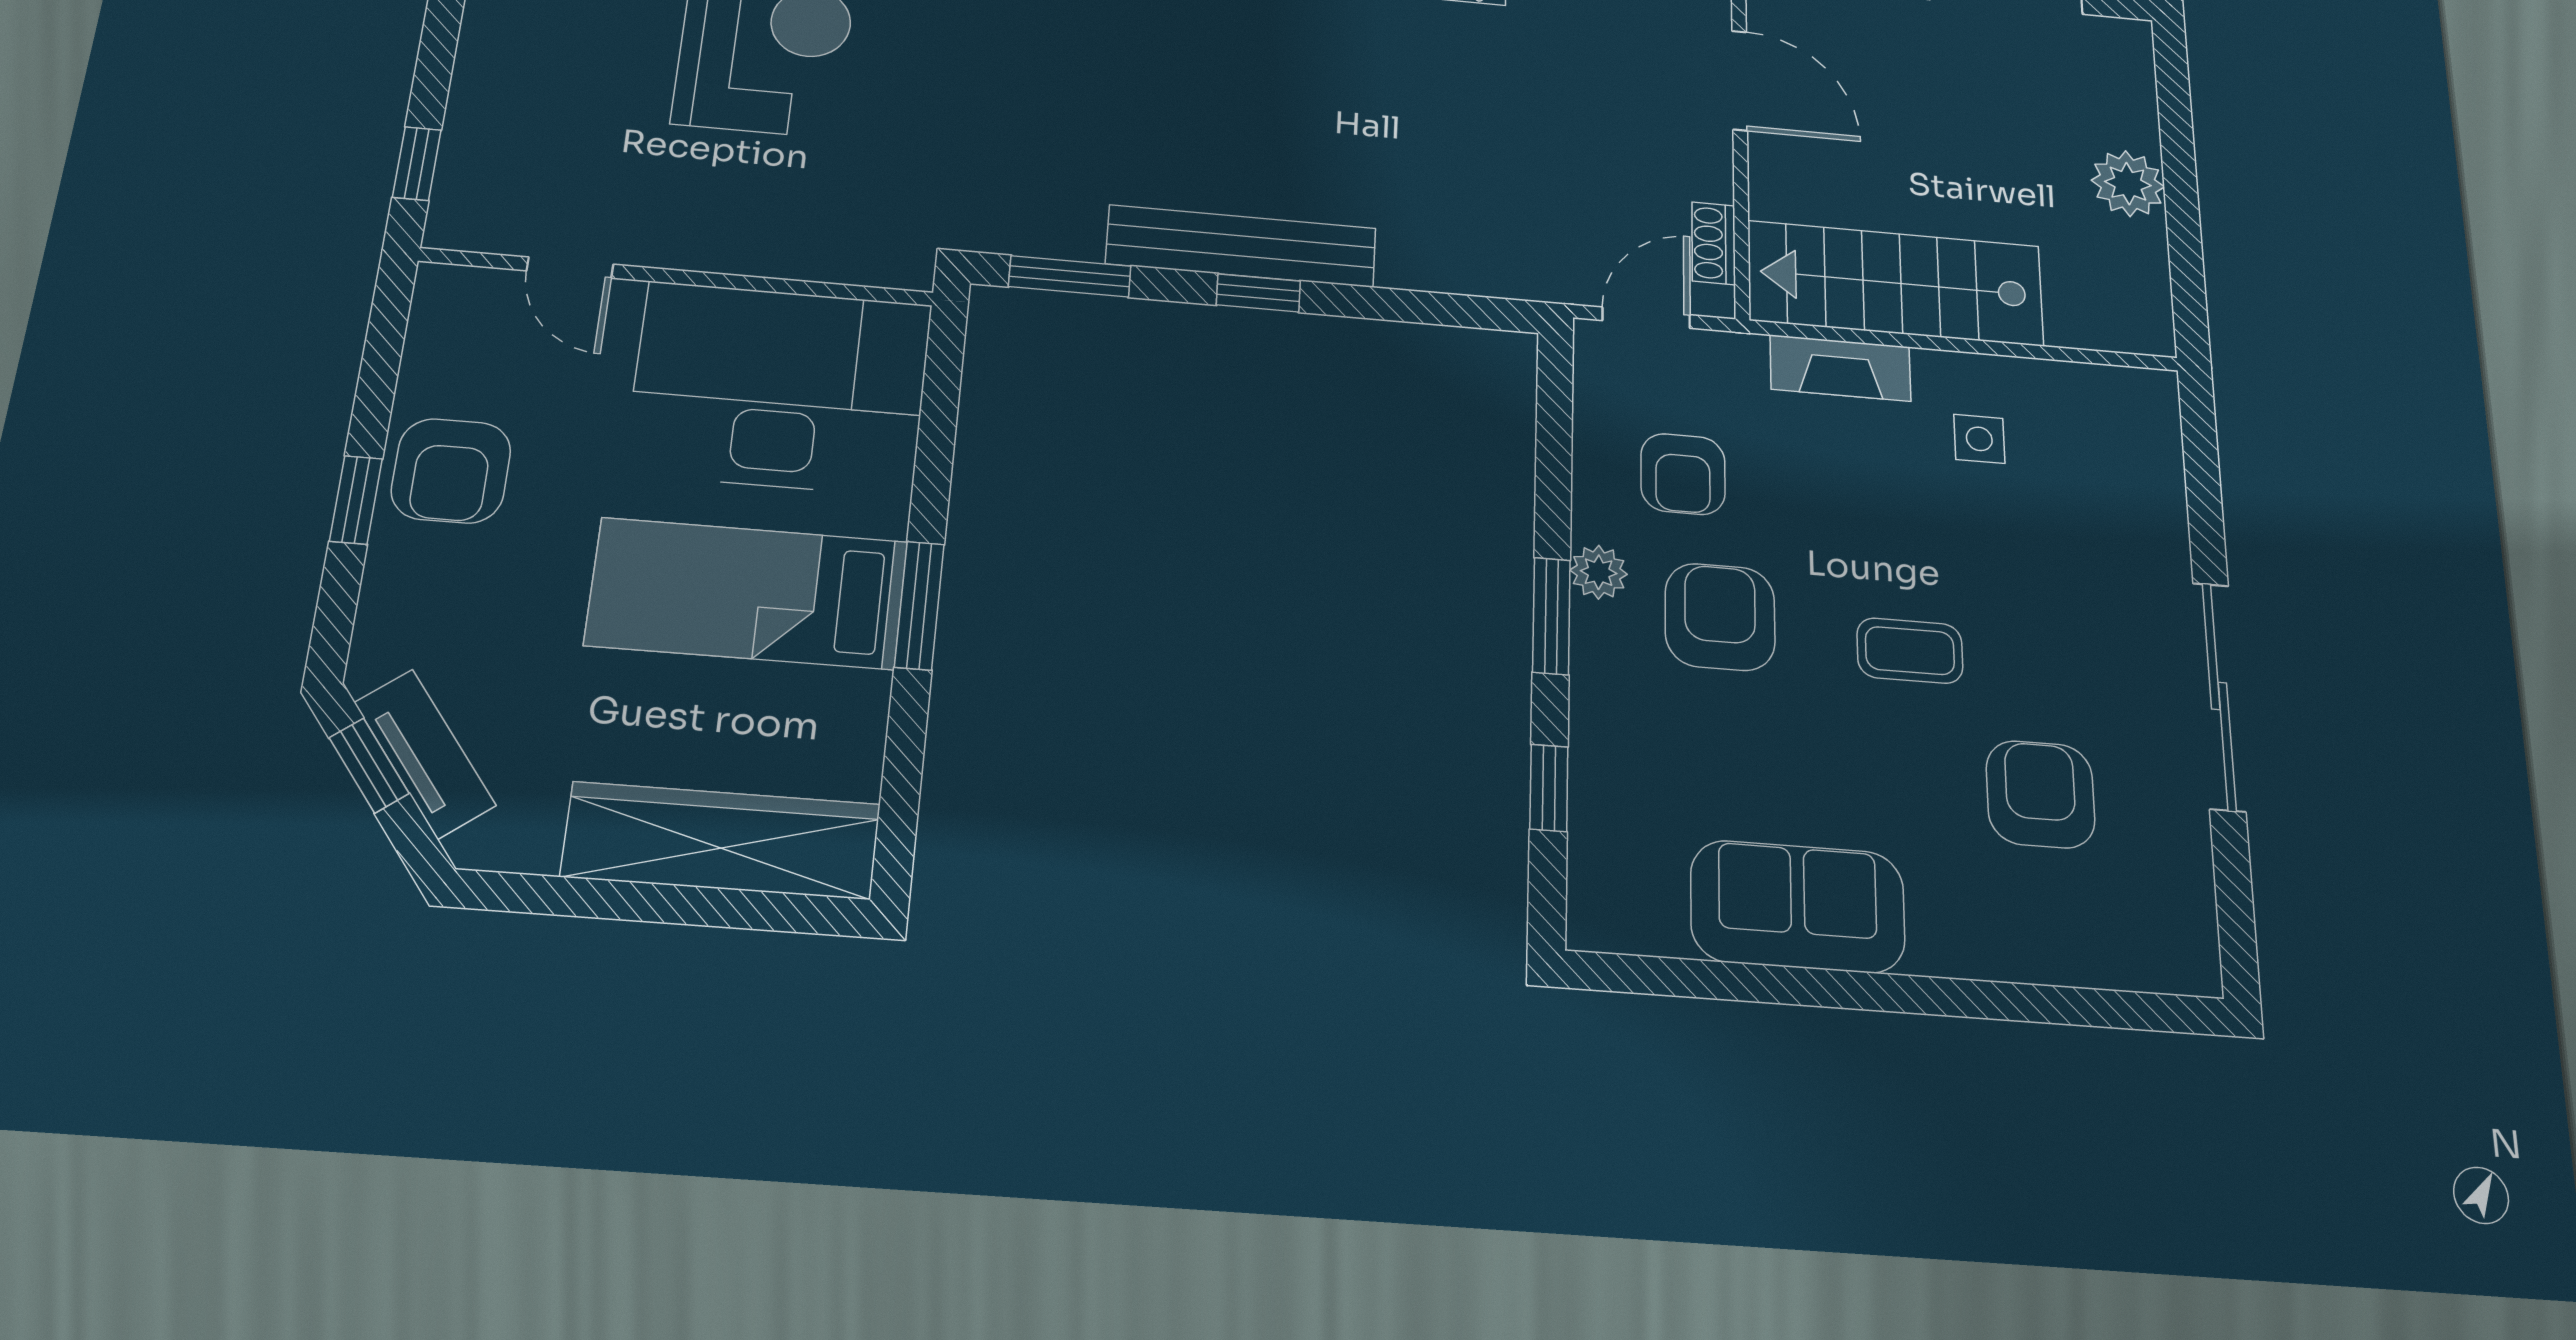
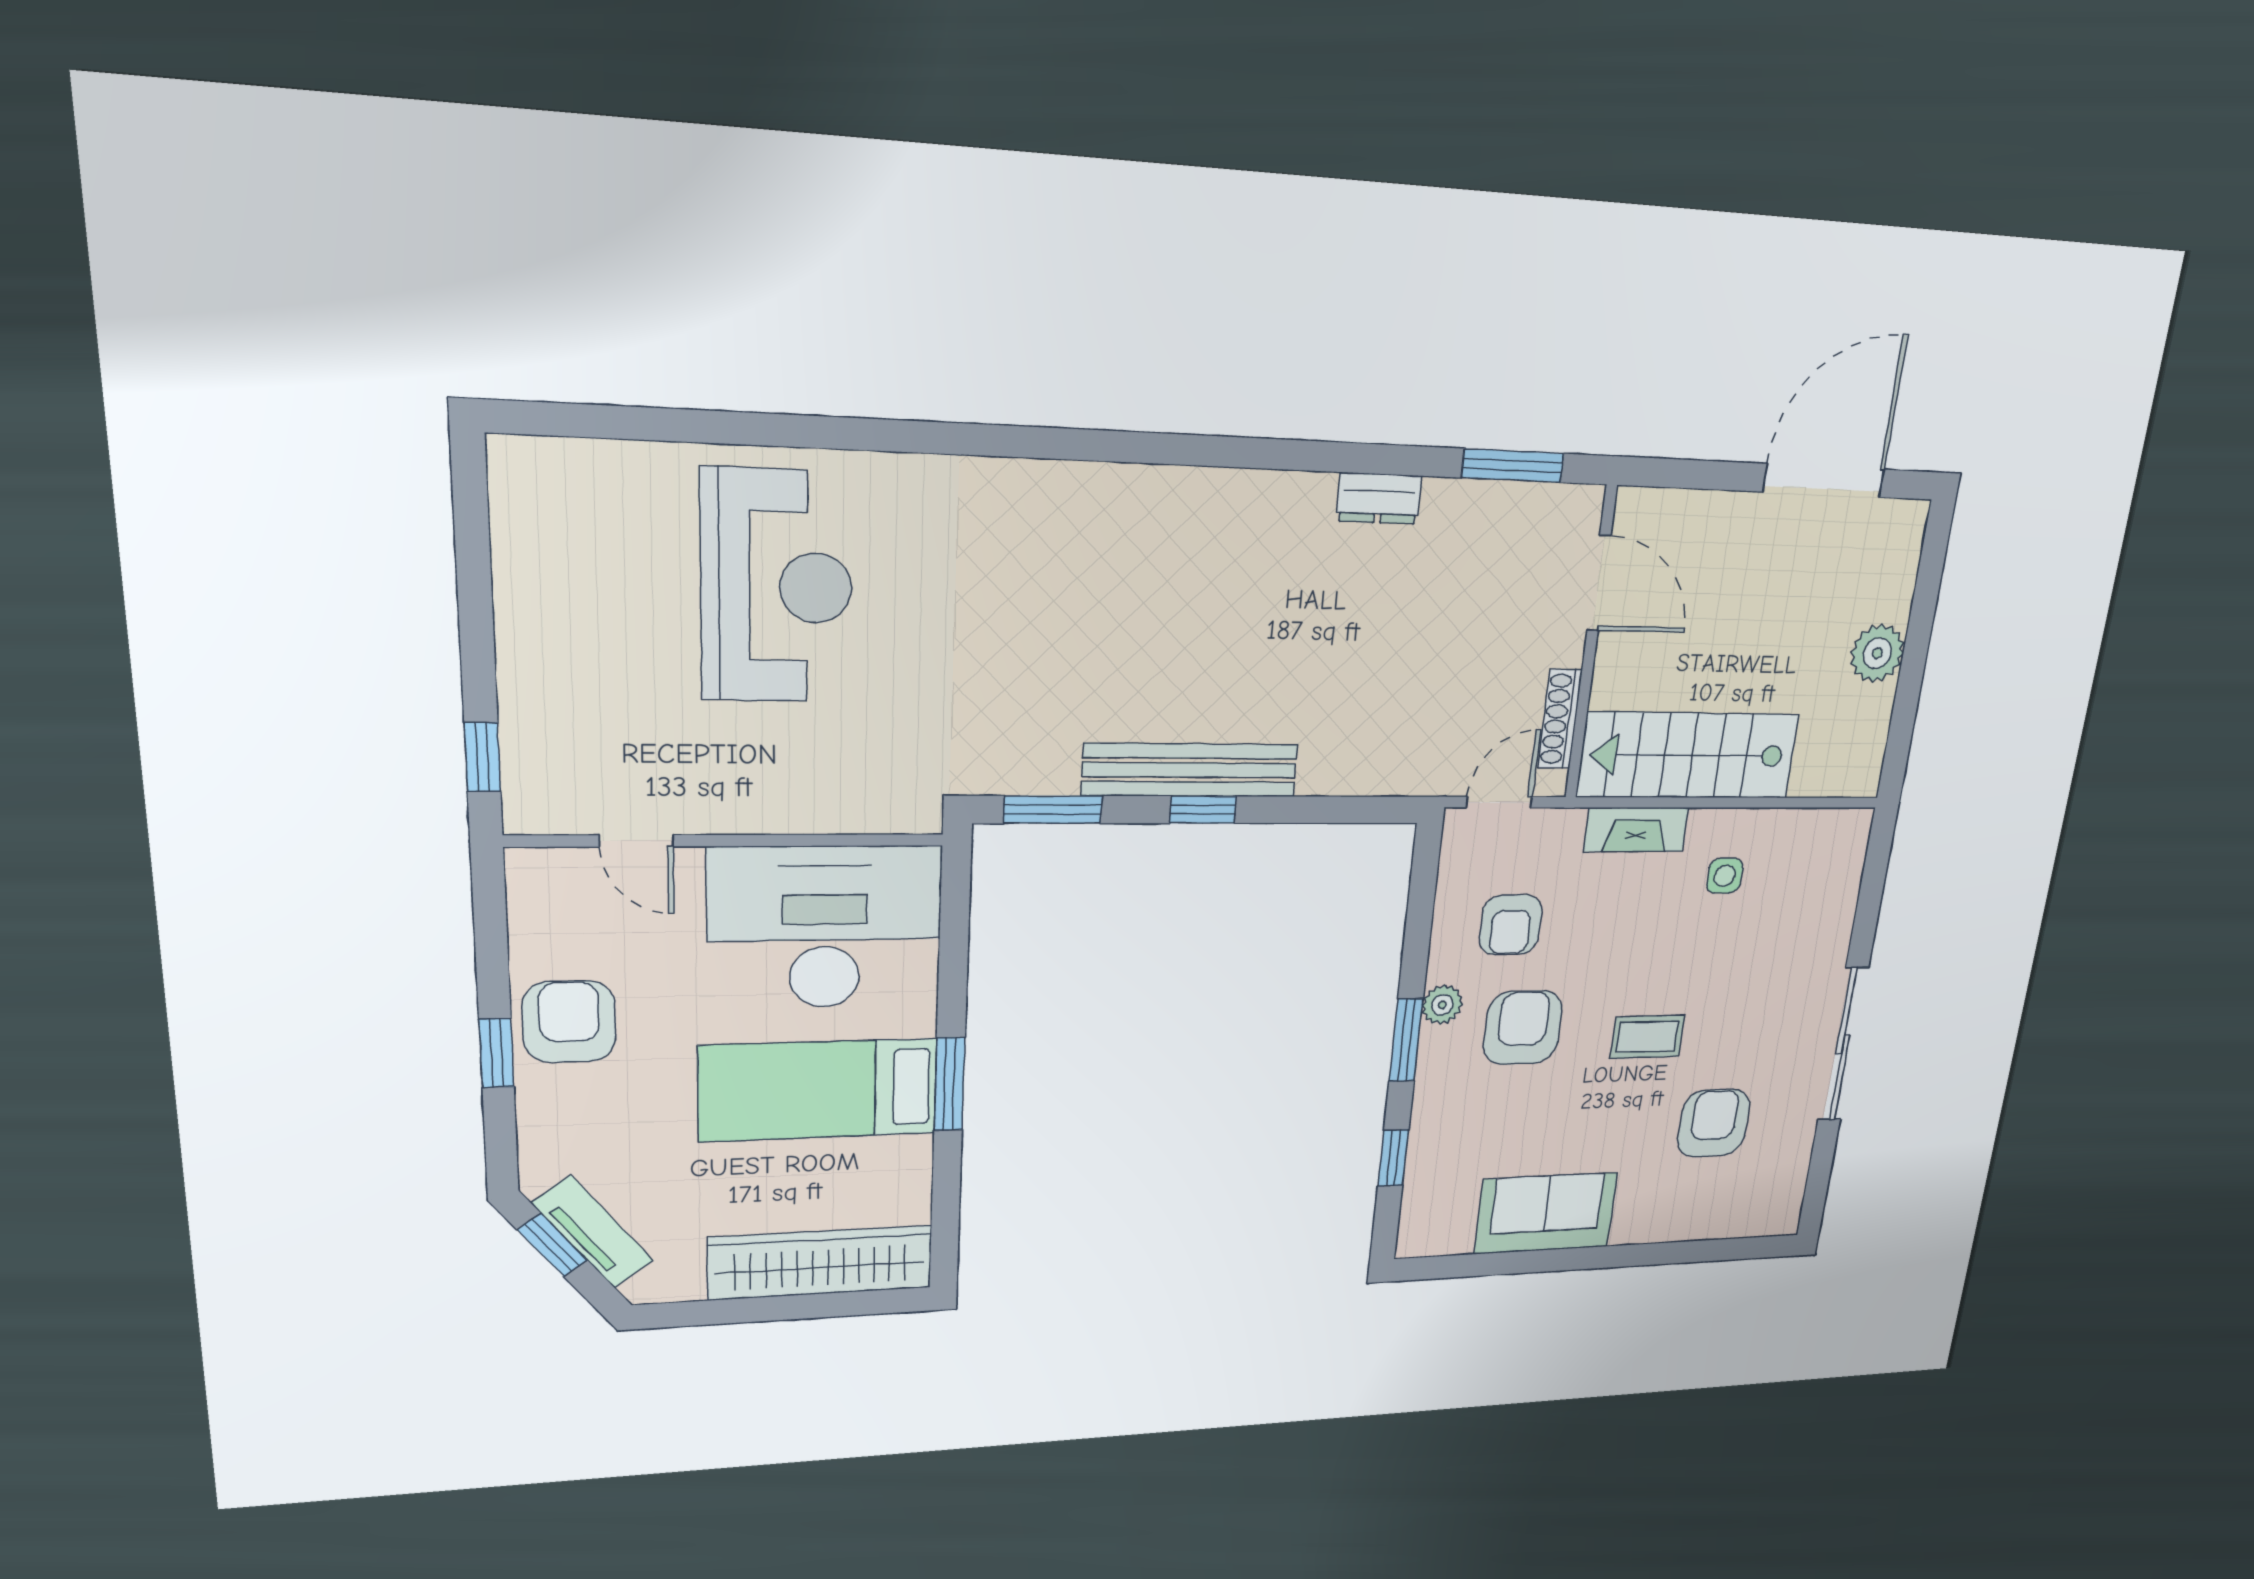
shoe rack: (1714, 243) -> (1560, 719), width x1.43
armchair: (451, 471) -> (569, 1022), turned 180

